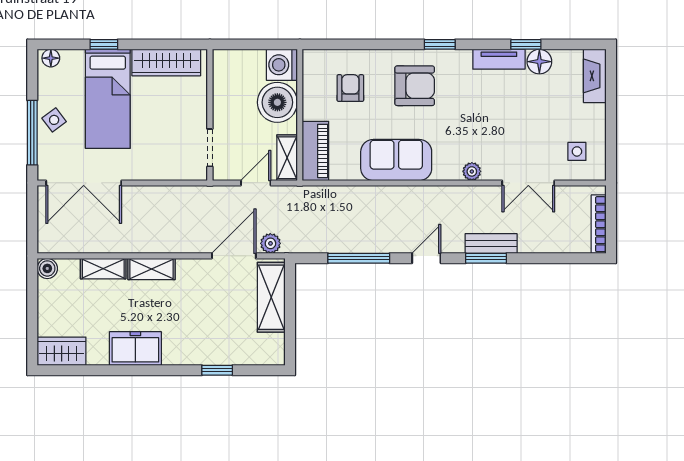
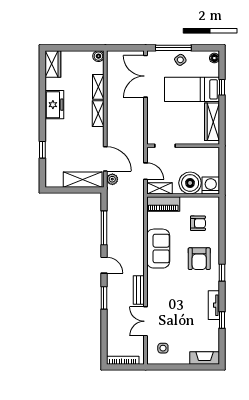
floor lamp: (539, 62) -> (213, 327), removed
plant: (472, 171) -> (152, 290), removed
bench: (491, 244) -> (139, 290), moved

